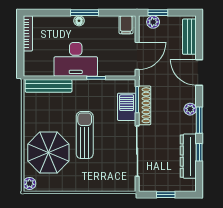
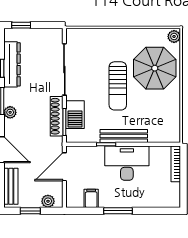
window: (158, 13) -> (30, 211), moved
floor lamp: (79, 21) -> (124, 202), removed
filing cabinet: (126, 25) -> (91, 198), moved
bookcase: (28, 33) -> (176, 164), moved
bench: (49, 86) -> (124, 136), moved
window: (166, 195) -> (21, 25), moved

